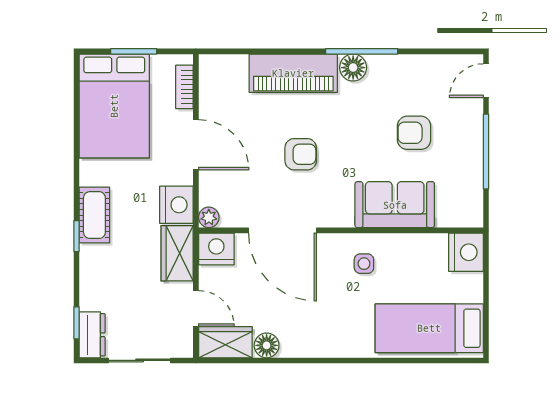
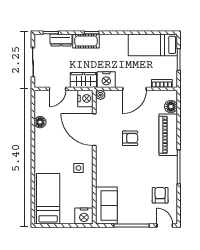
floor lamp: (353, 68) -> (171, 107), moved
bed: (114, 106) -> (153, 45), width x0.67
armchair: (414, 133) -> (160, 195), moved
armchair: (301, 154) -> (130, 138), turned -90
sofa: (395, 205) -> (106, 205), moved
cot: (94, 215) -> (86, 41), moved
door: (283, 230) -> (94, 130), hinge flipped
dresser: (92, 335) -> (61, 40), moved
wardrobe: (225, 342) -> (42, 103), removed

